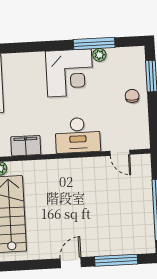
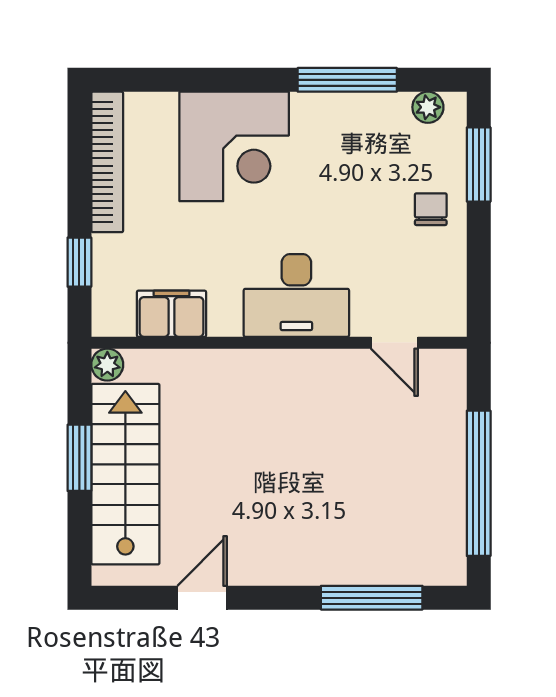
plant: (99, 55) -> (428, 107), moved
corner desk: (69, 73) -> (234, 146), moved
door: (71, 263) -> (202, 598), moved

